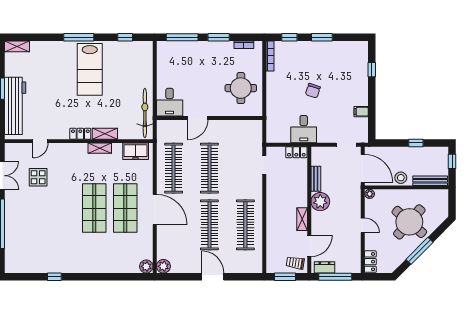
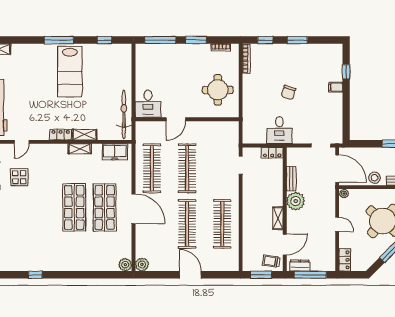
filing cabinet: (361, 112) -> (336, 87), moved

